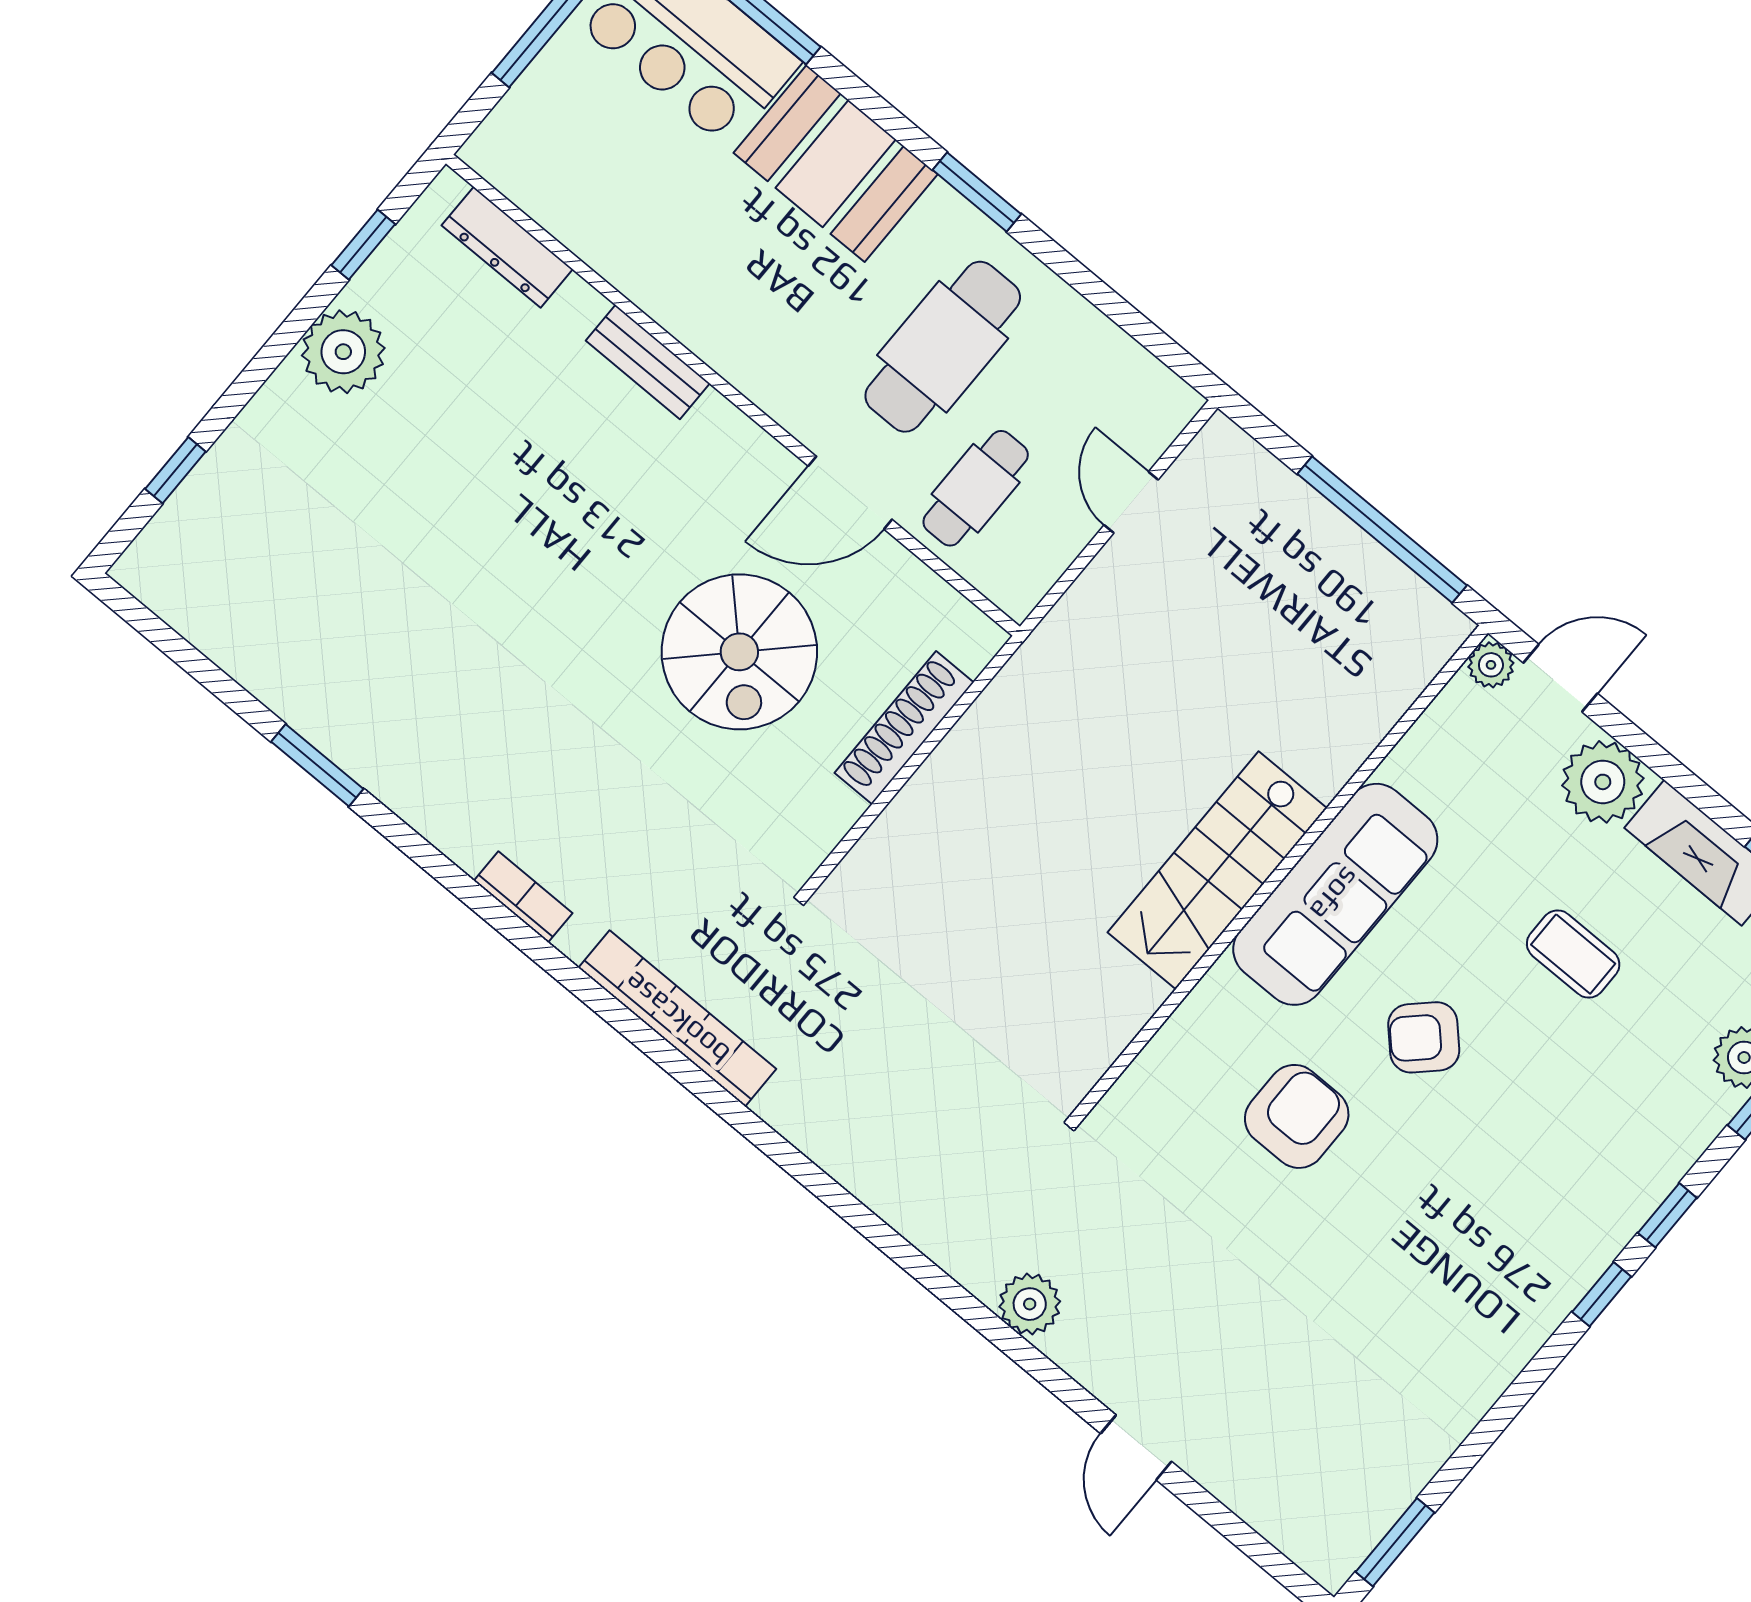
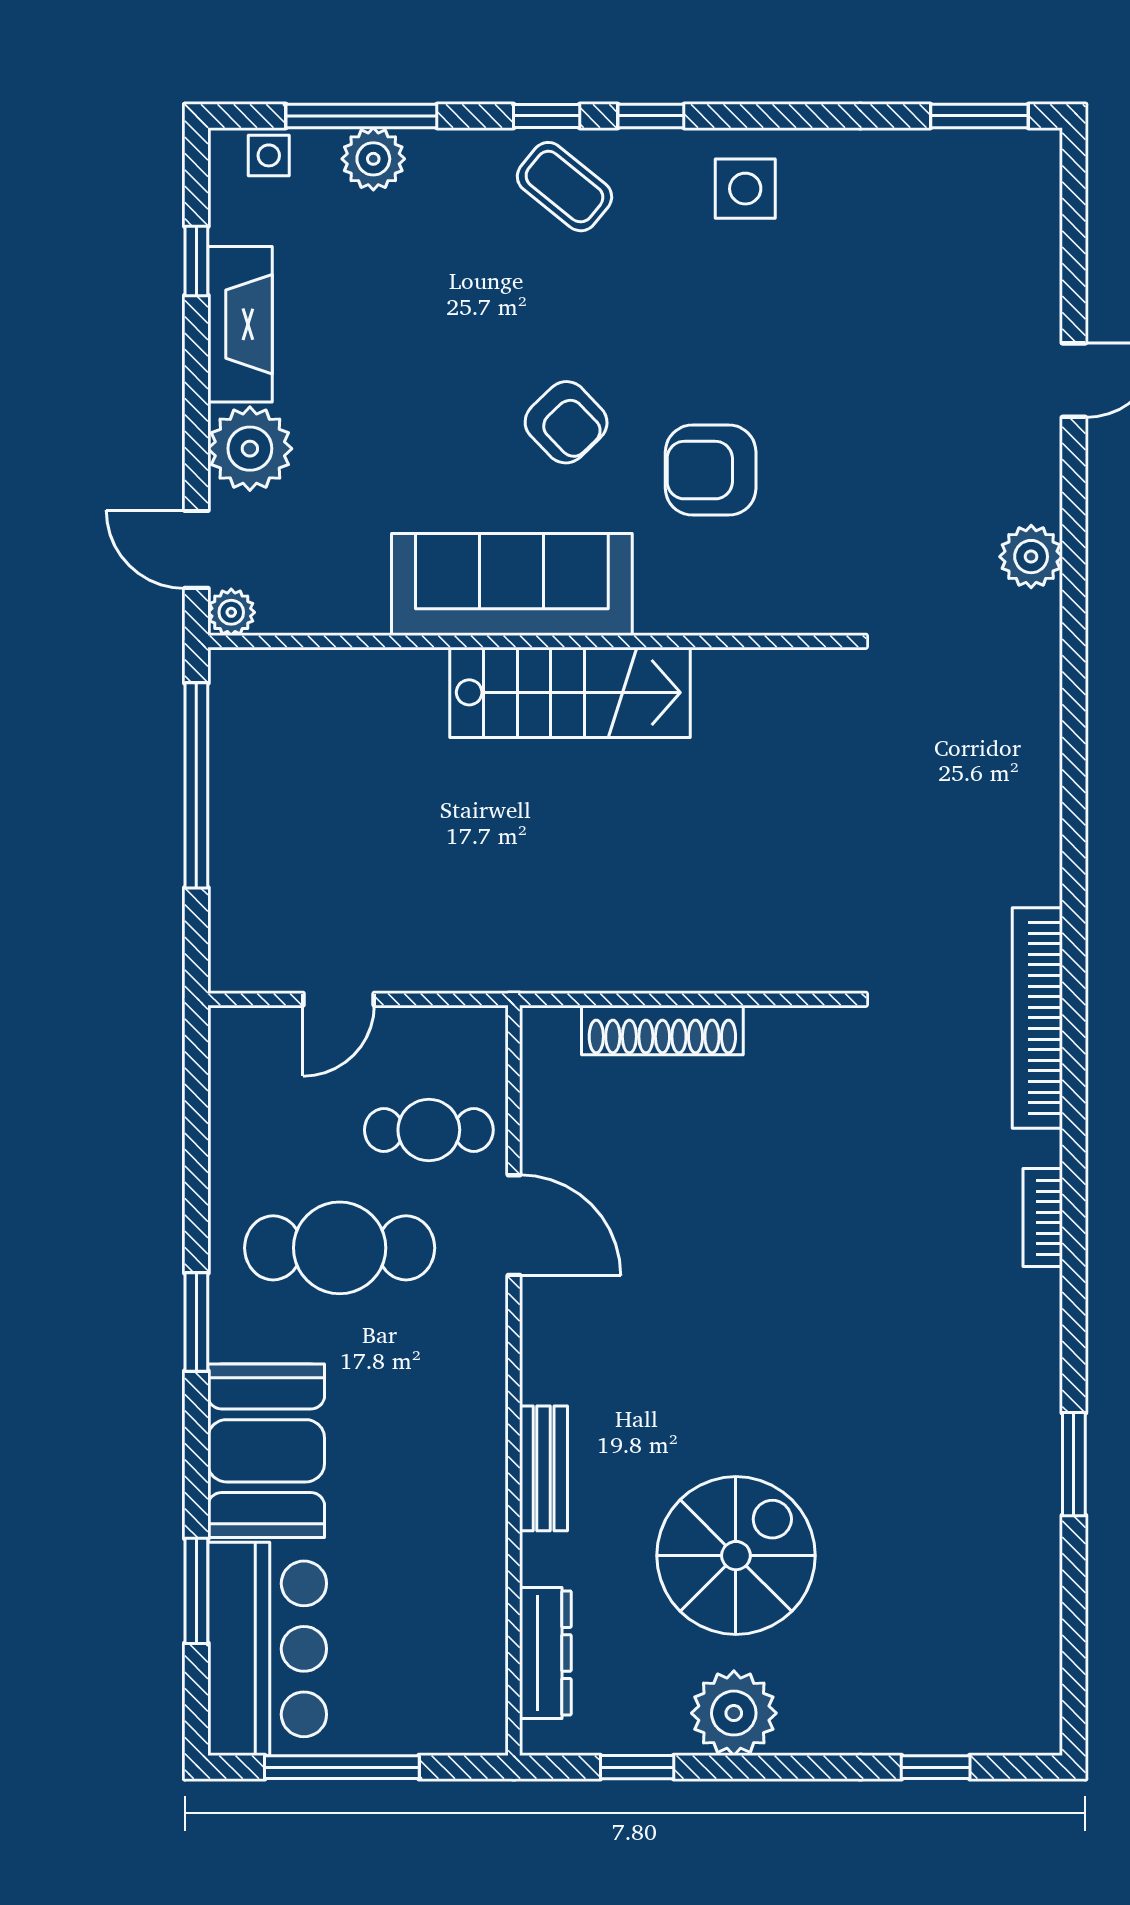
spiral stairs: (739, 652) -> (736, 1556), moved
coffee table: (1573, 954) -> (564, 187), moved, turned -51
side table: (1488, 1320) -> (745, 189), added

